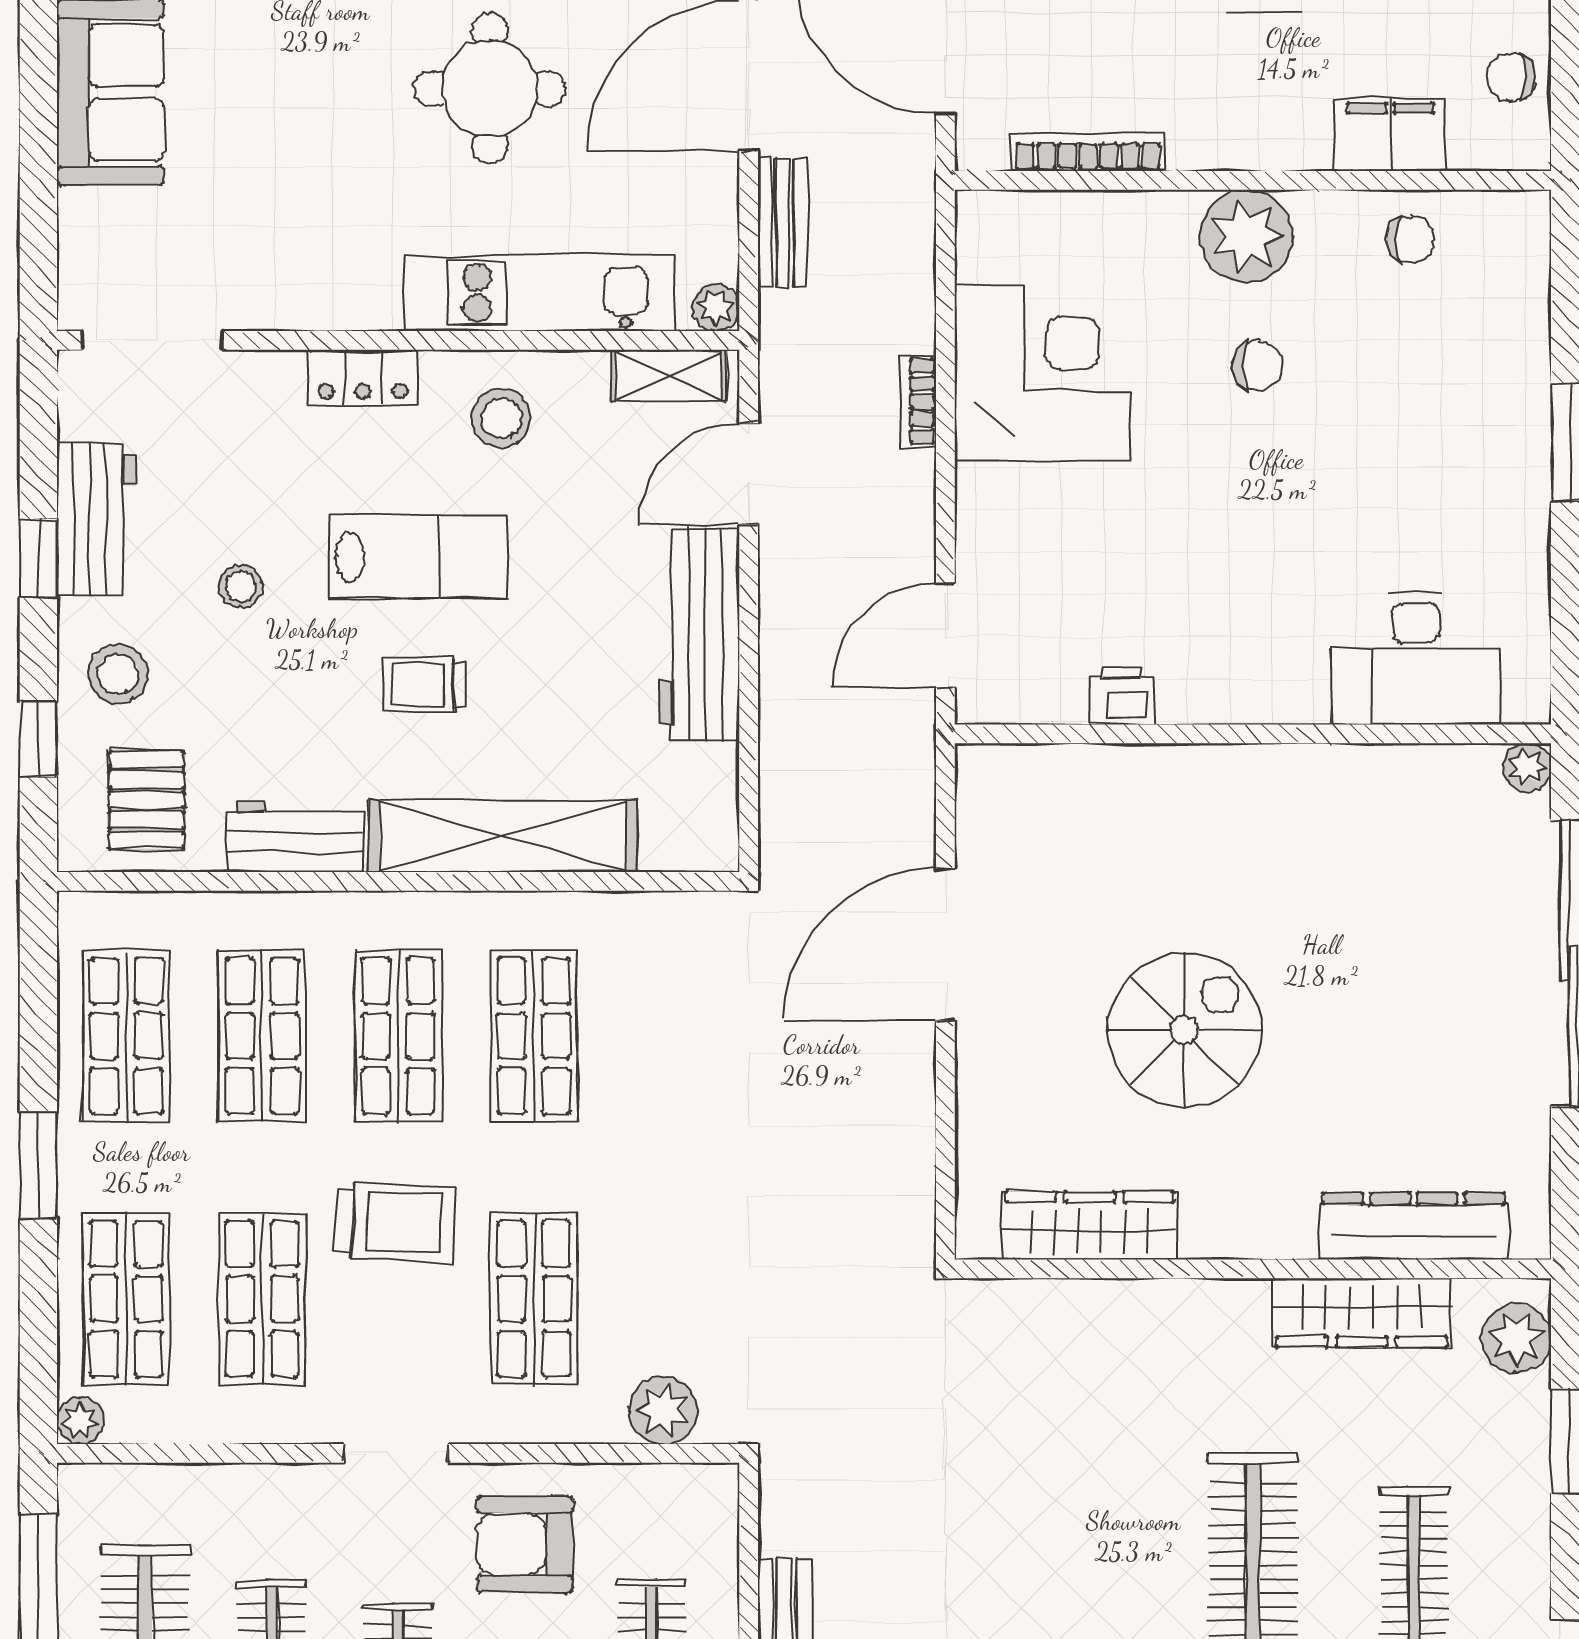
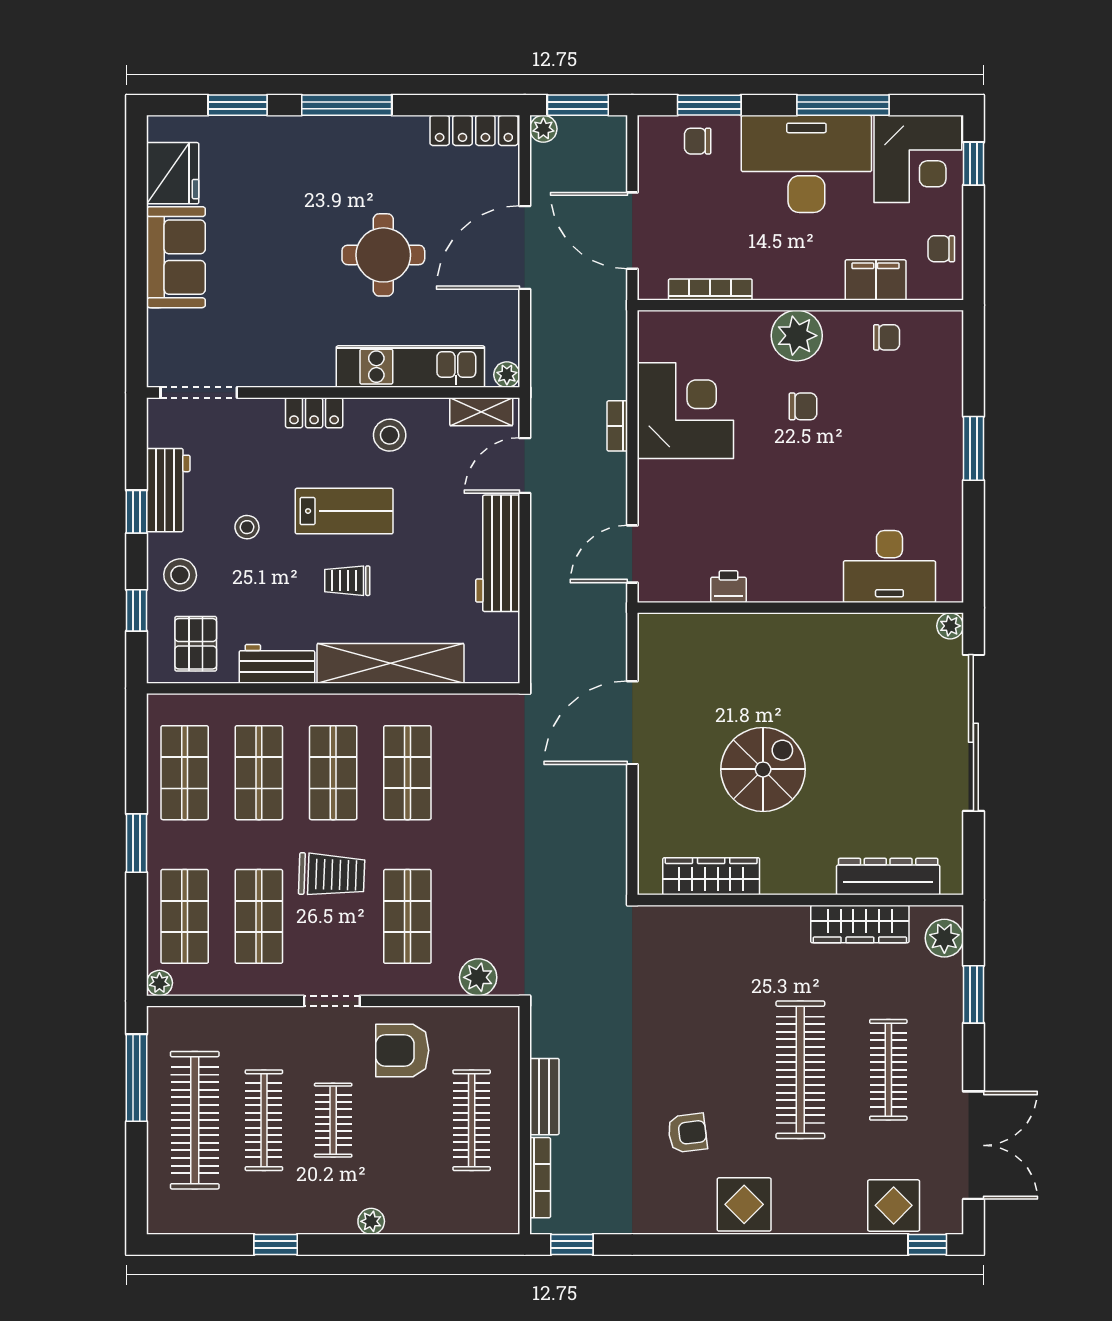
bench: (782, 223) -> (543, 328), removed

